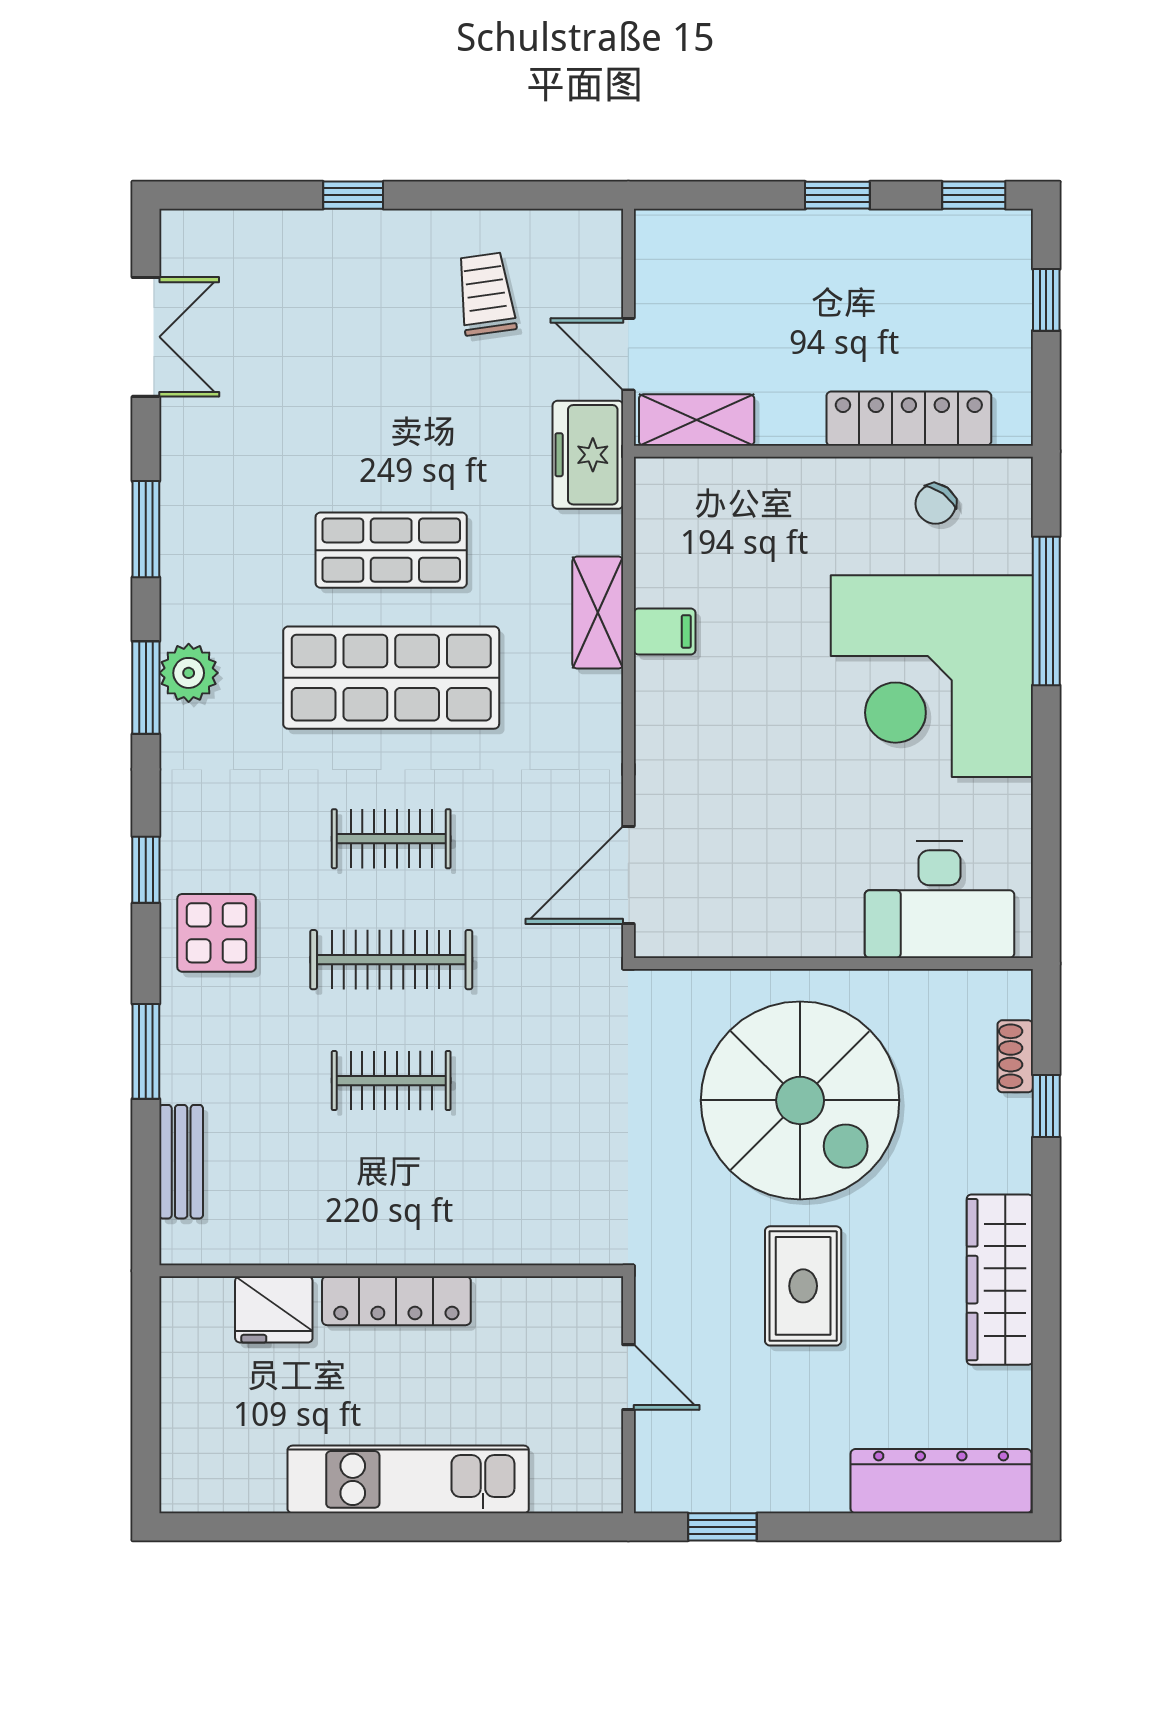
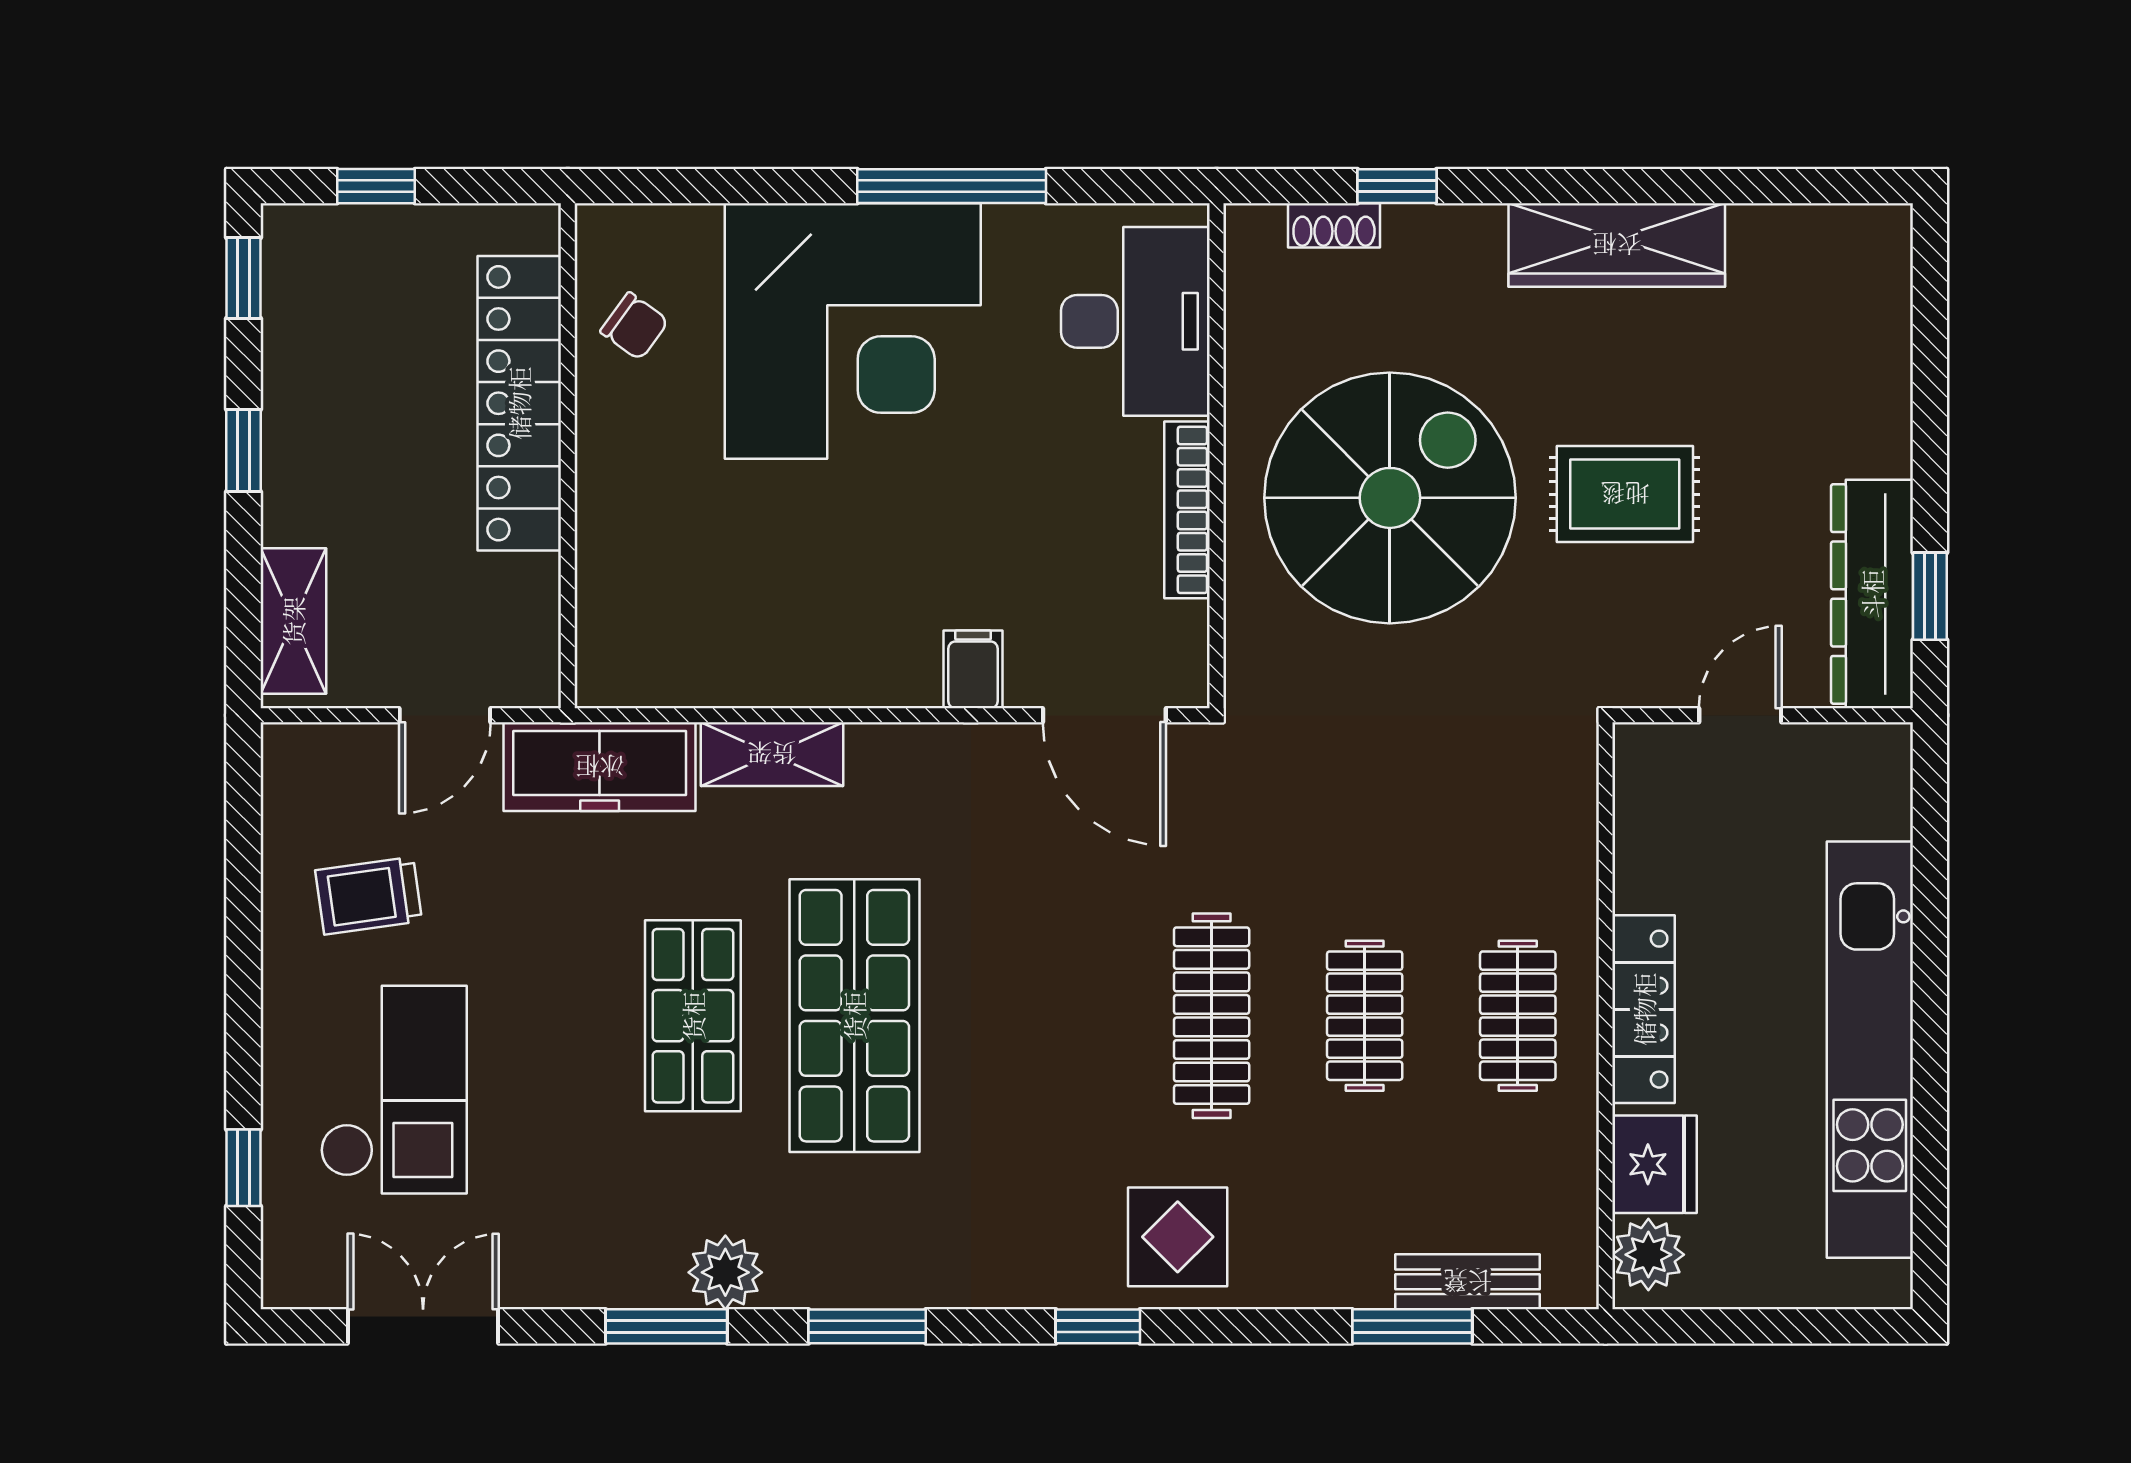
window: (353, 195) -> (243, 1168), moved
checkout: (333, 314) -> (394, 1090), added
locker: (909, 419) -> (519, 403), width x1.41, depth x1.21
shelving: (697, 420) -> (293, 621), moved
freezer: (588, 455) -> (600, 767), width x1.40
window: (1046, 611) -> (952, 186), moved
filing cabinet: (665, 631) -> (973, 669), moved
plant: (189, 673) -> (725, 1272), moved
clothes rail: (391, 839) -> (1518, 1016), moved
bookcase: (791, 940) -> (1187, 510), added
window: (146, 1051) -> (1412, 1326), moved
plant: (203, 1305) -> (1648, 1255), added
kitchen unit: (408, 1479) -> (1870, 1050), width x1.36
dresser: (941, 1481) -> (1872, 594), moved

